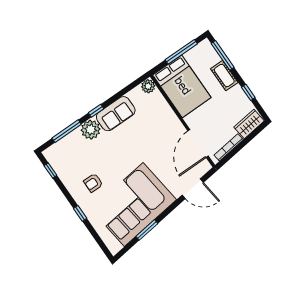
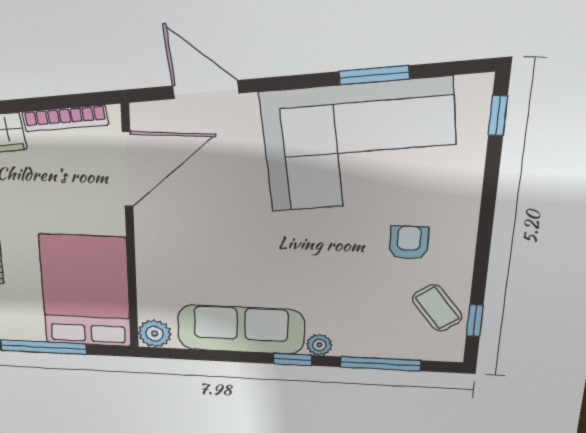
sofa: (116, 114) -> (241, 330), width x1.36
plant: (91, 130) -> (319, 345), width x0.53, depth x0.53
coffee table: (66, 166) -> (437, 308), added
armchair: (93, 183) -> (409, 243), turned -90
window: (80, 213) -> (498, 116), moved

